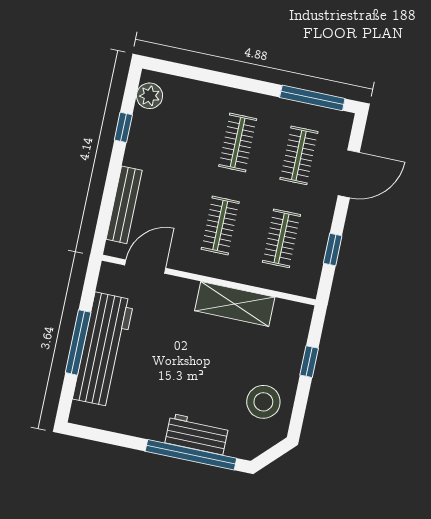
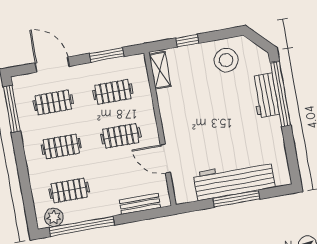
window: (123, 127) -> (82, 226), width x3.17
clothes rail: (176, 130) -> (69, 190), added
bench: (124, 205) -> (140, 204), width x0.73
window: (333, 250) -> (107, 55), width x1.50
door: (145, 267) -> (165, 159), moved
shelving: (235, 304) -> (160, 70), moved, width x0.67, depth x0.75

